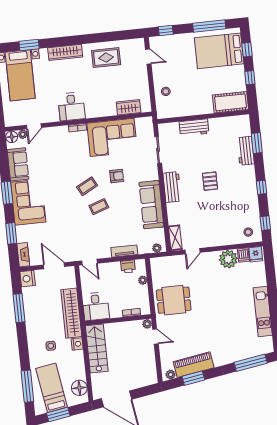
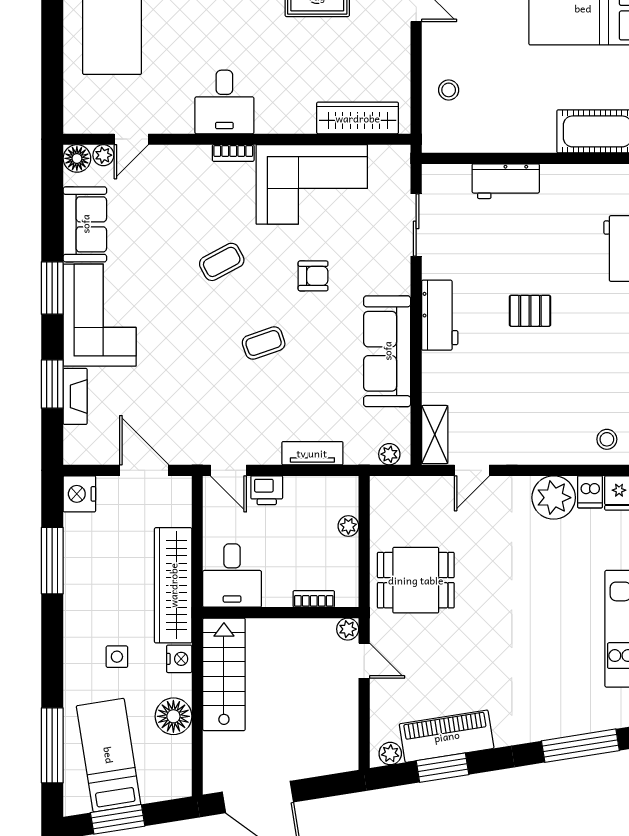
wardrobe: (129, 107) -> (358, 118), width x1.50
pallet: (210, 181) -> (530, 311), turned 90
coffee table: (87, 186) -> (222, 262), moved
fireplace: (23, 255) -> (75, 396), moved
printer: (128, 267) -> (267, 490), moved
floor lamp: (79, 388) -> (173, 716), moved

